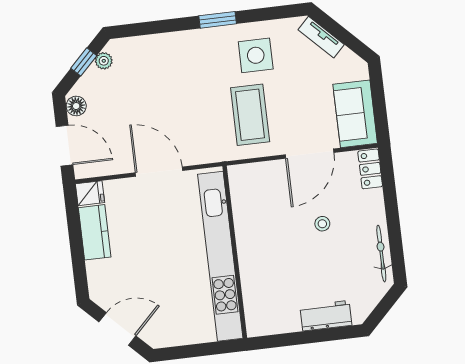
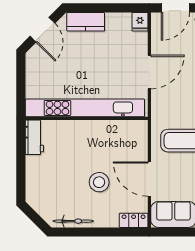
stool: (322, 224) -> (99, 182), width x1.89, depth x1.89
kitchen counter: (95, 232) -> (86, 22), moved
workbench: (326, 316) -> (34, 137), moved

